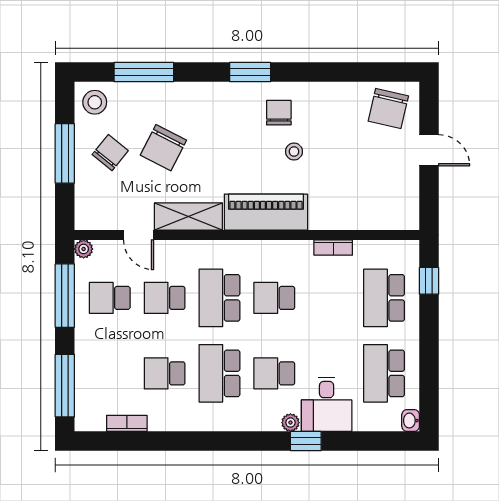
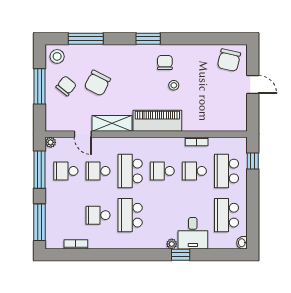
school desk: (274, 373) -> (194, 171), moved

